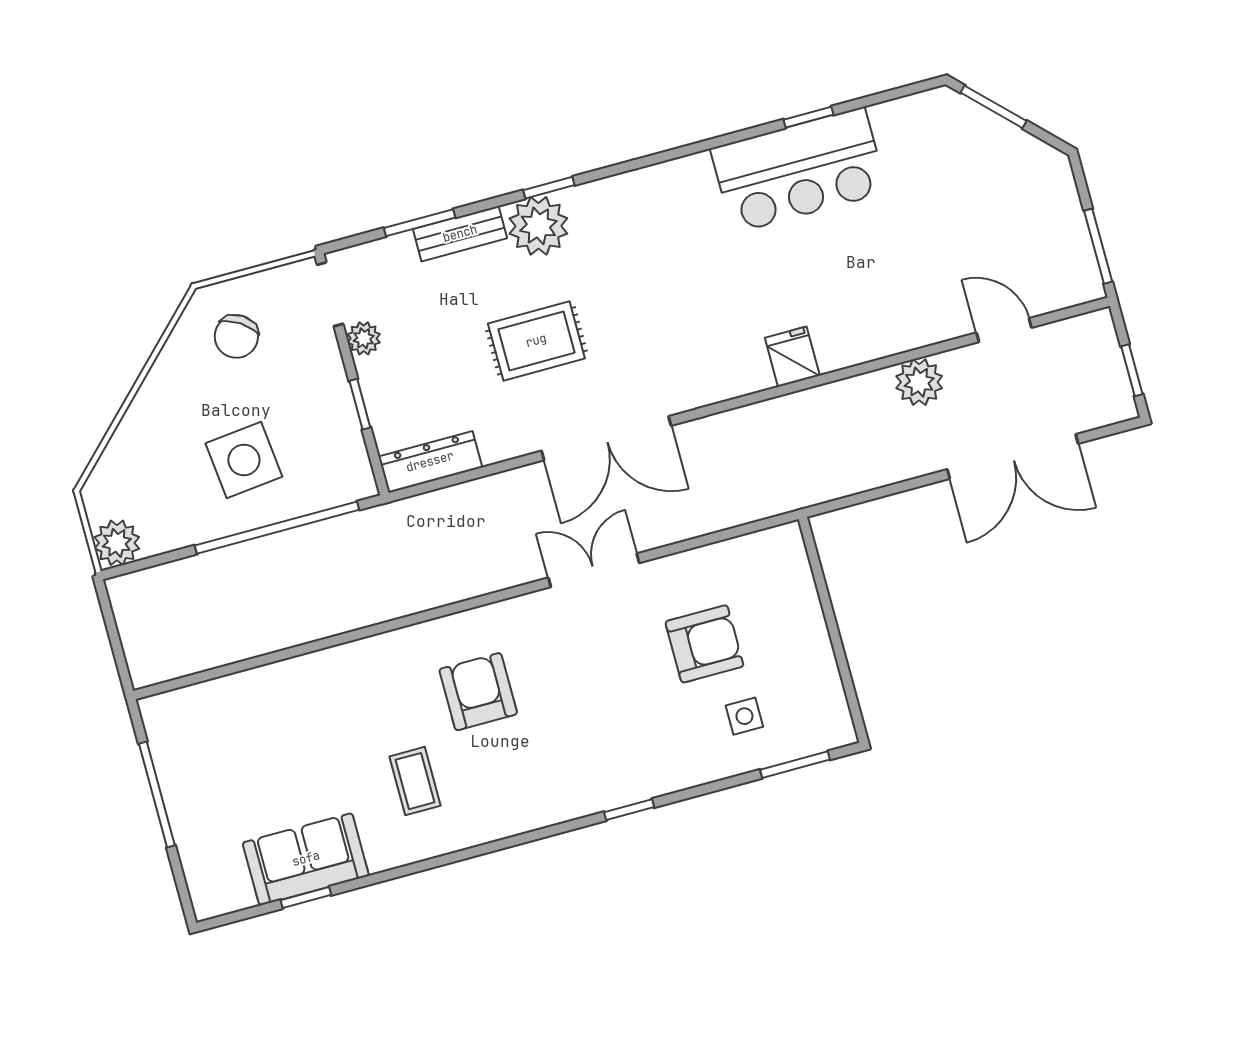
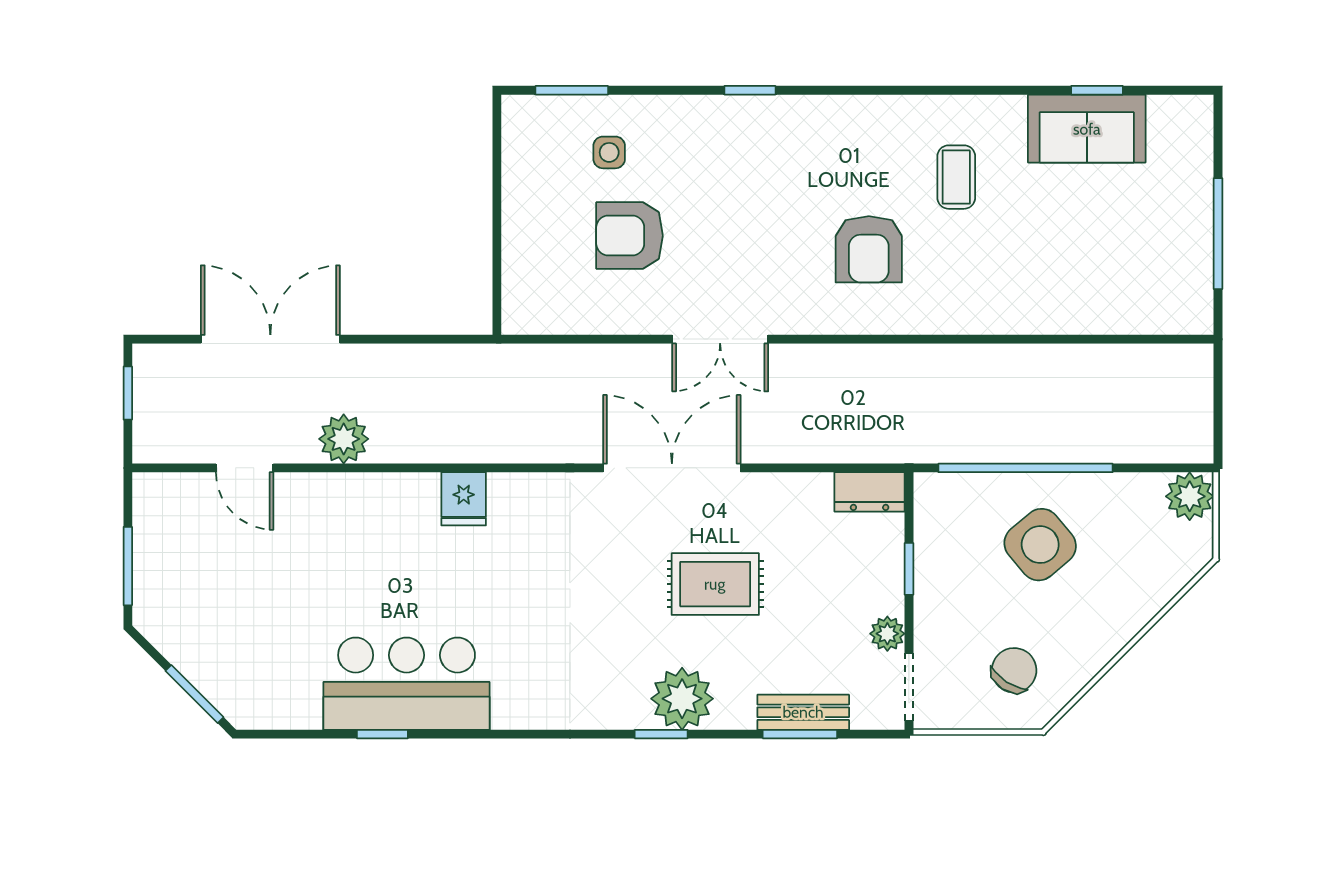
bench: (460, 234) -> (803, 712), moved
window: (1098, 246) -> (128, 566), moved
side table: (244, 460) -> (1040, 545), turned -34
dresser: (430, 462) -> (870, 492), width x0.70

